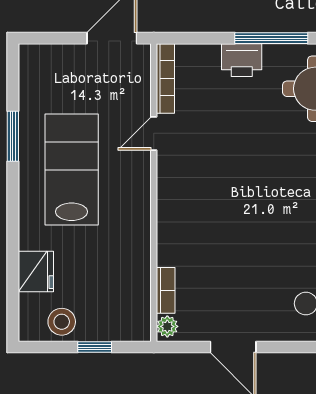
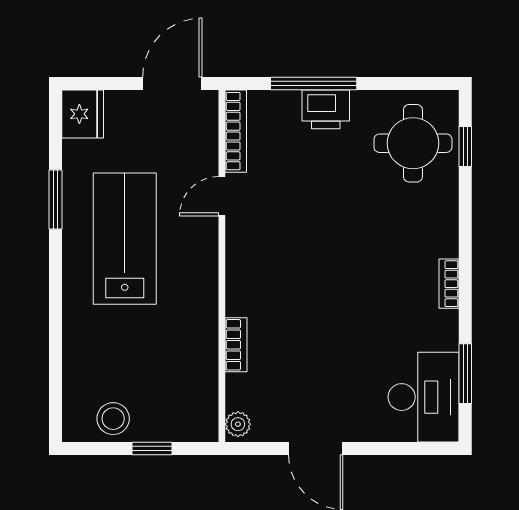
window: (271, 38) -> (314, 83), moved
fridge: (36, 272) -> (83, 114), moved
bookcase: (166, 290) -> (236, 345), moved

